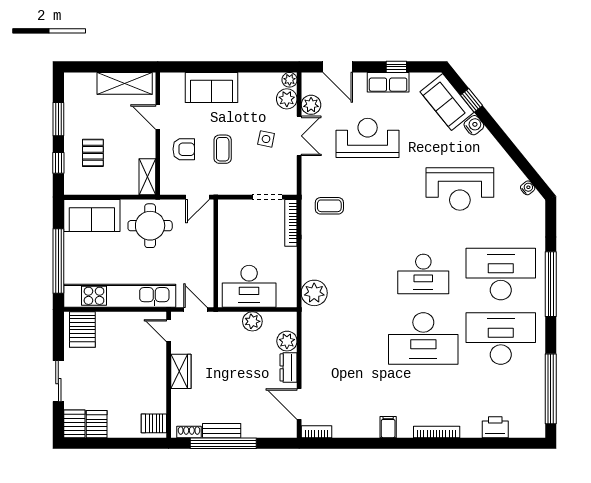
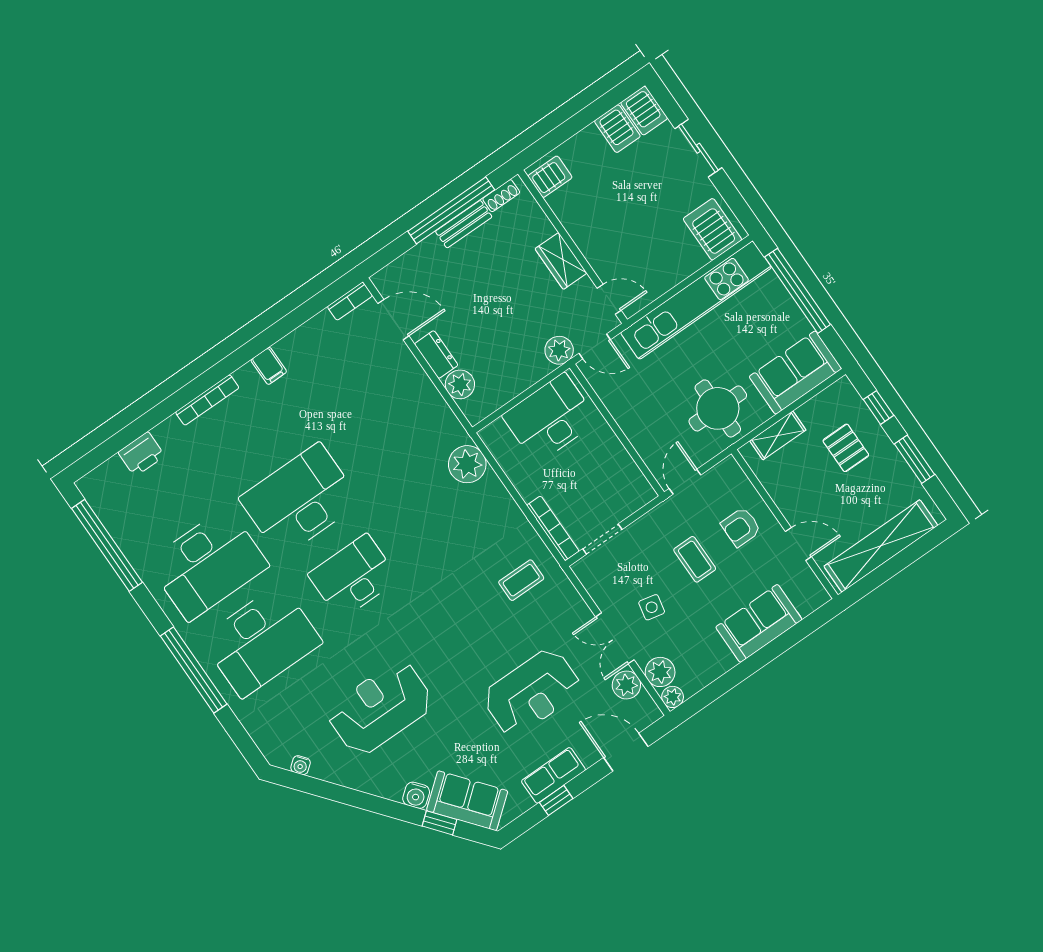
shelving: (125, 83) -> (881, 546), width x1.47
shelving: (147, 177) -> (778, 435), moved, turned 90
plant: (252, 321) -> (559, 350), moved

